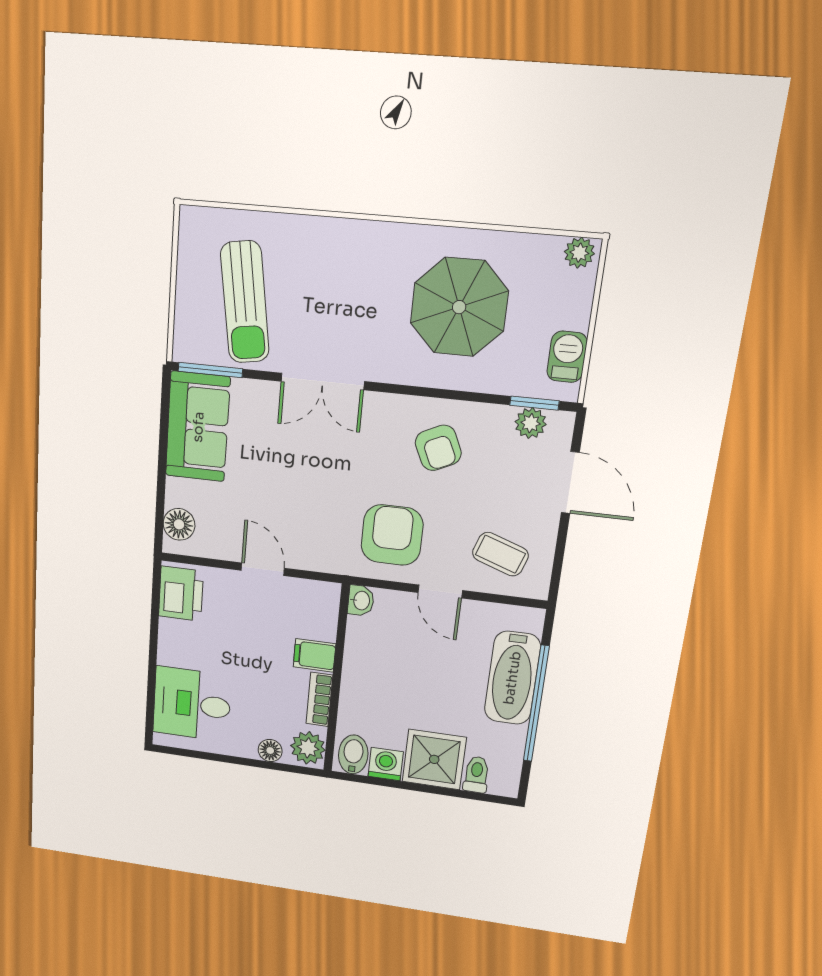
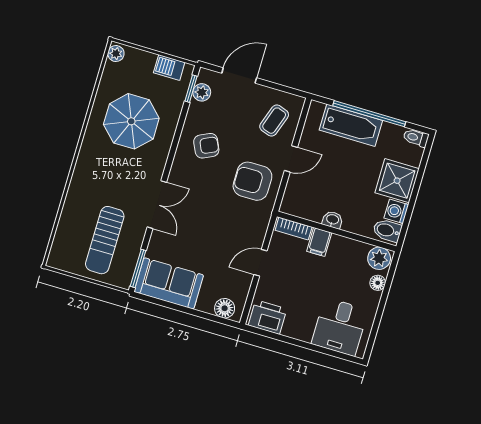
sun lounger: (245, 302) -> (105, 240), turned 99
washbasin: (361, 601) -> (333, 220), moved
bookcase: (319, 699) -> (294, 229), moved
toilet: (476, 775) -> (416, 138), moved

